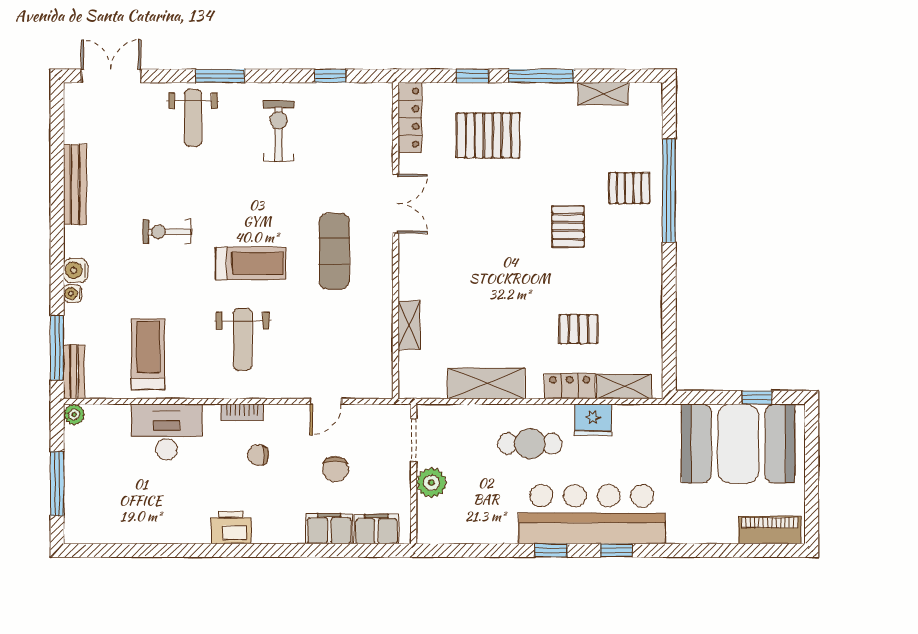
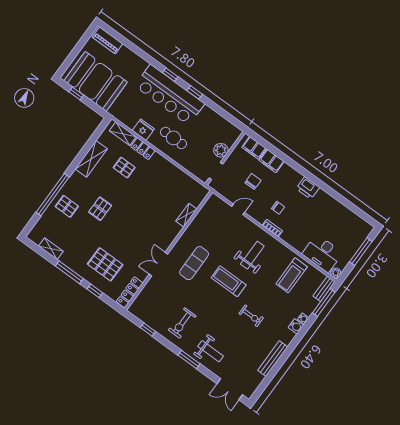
weight bench: (193, 118) -> (211, 351), turned 90
shelving: (486, 383) -> (91, 159), moved, turned 90
desk: (167, 432) -> (322, 253), moved

